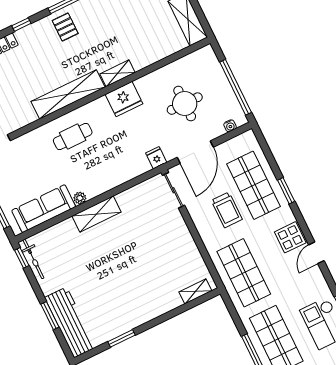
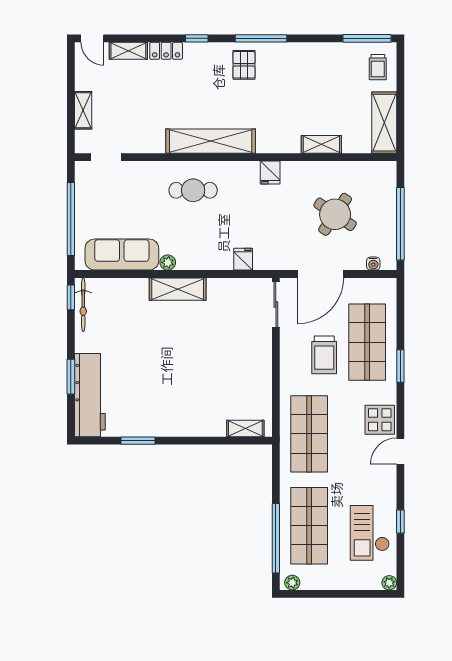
shelving: (117, 73) -> (321, 144), moved
fridge: (124, 99) -> (270, 173), width x0.53, depth x0.75
round table: (185, 104) -> (335, 214), turned 34
fridge: (156, 158) -> (243, 259), moved

